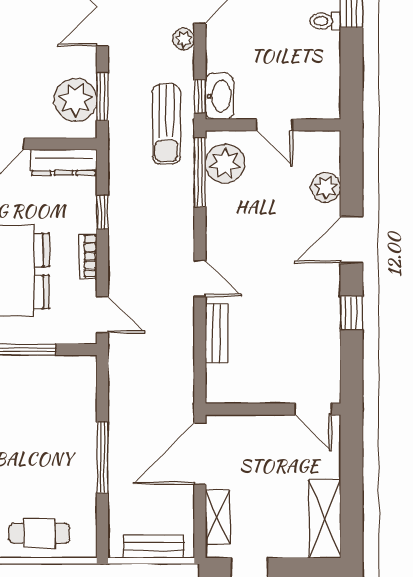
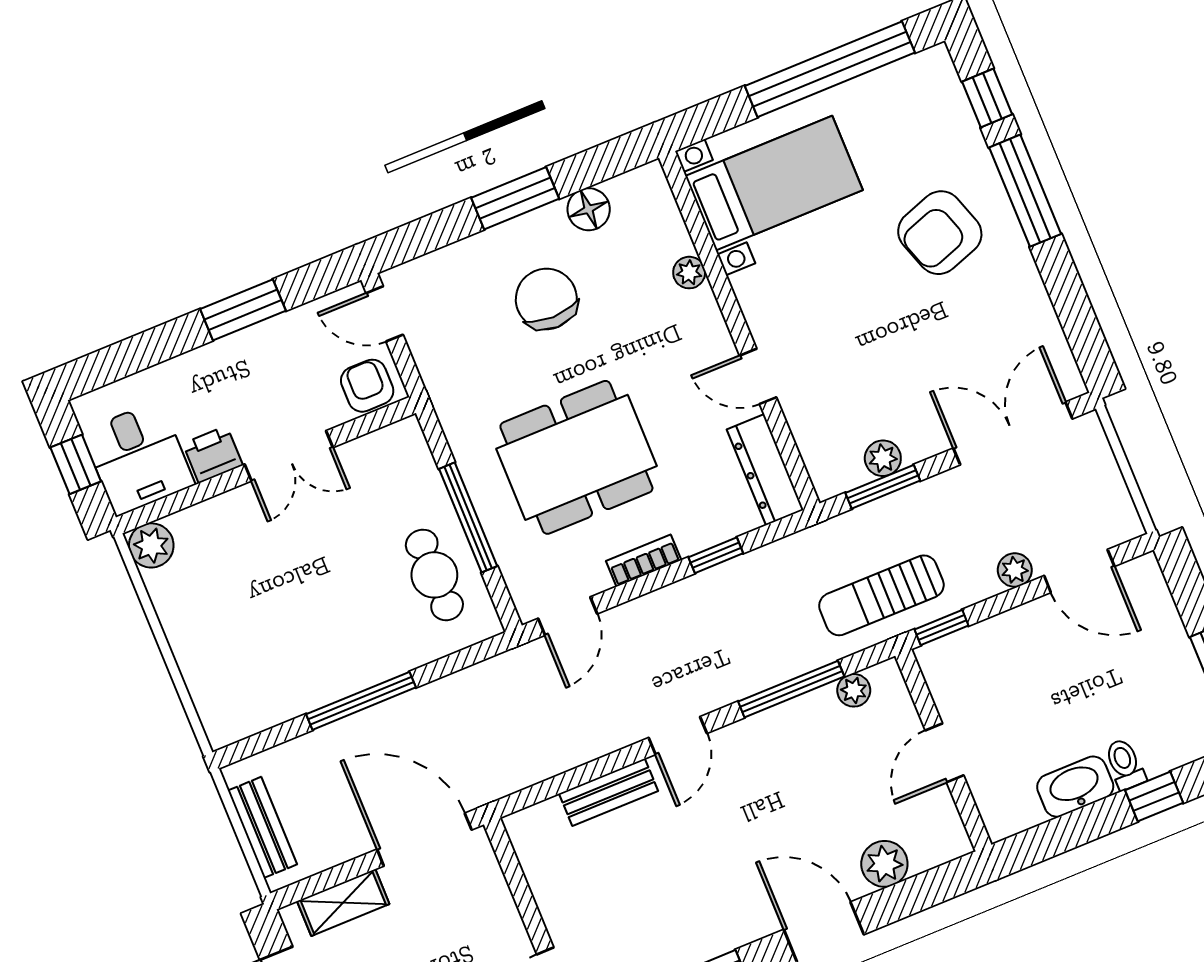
washbasin: (219, 96) -> (1075, 787), moved, turned 180
plant: (76, 100) -> (883, 458), width x0.53, depth x0.53
plant: (225, 163) -> (854, 690), width x0.53, depth x0.53
window: (200, 172) -> (791, 689), moved
cafe table: (39, 533) -> (434, 575), moved

